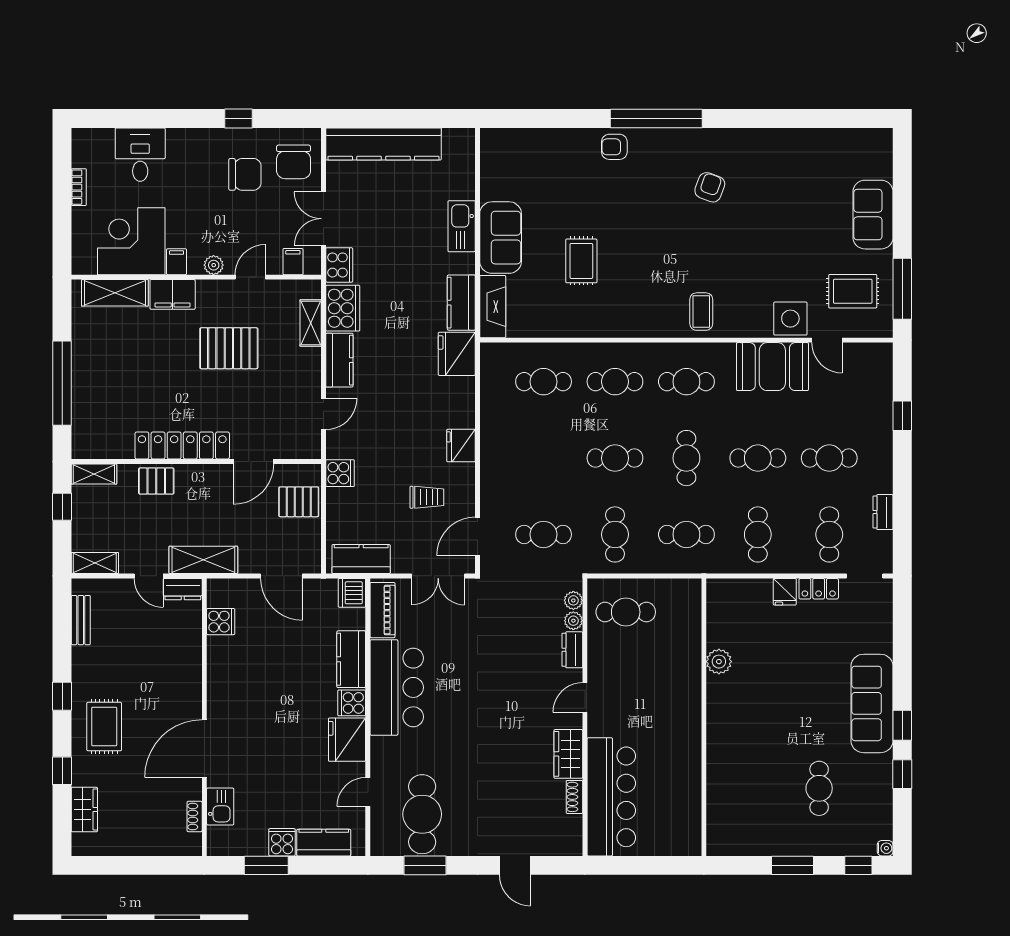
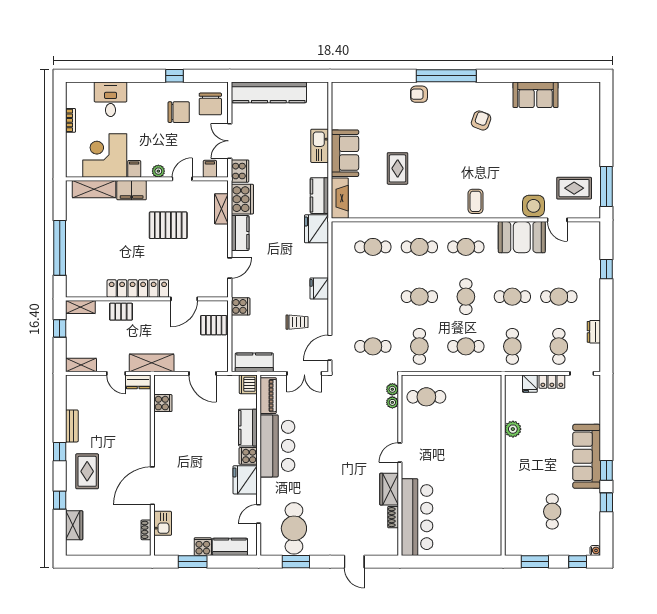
sofa: (873, 215) -> (536, 95), moved, turned -90
bench: (81, 620) -> (72, 426), moved
dresser: (572, 650) -> (392, 421), removed
plant: (719, 662) -> (513, 429), moved
wall: (704, 717) -> (503, 465), moved

